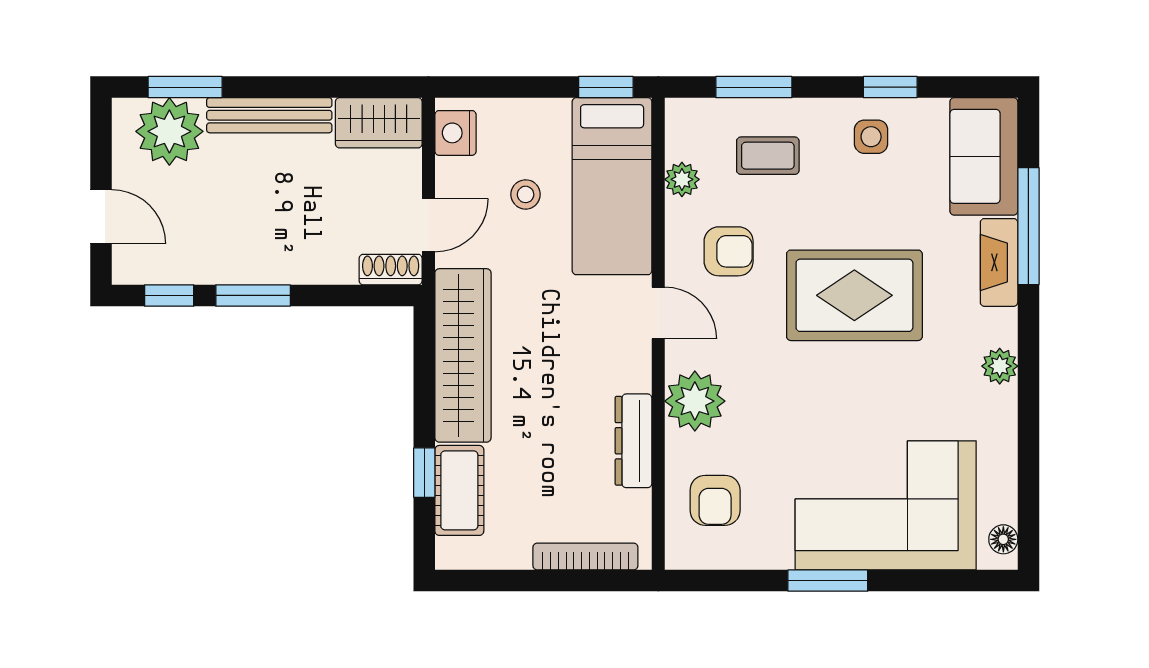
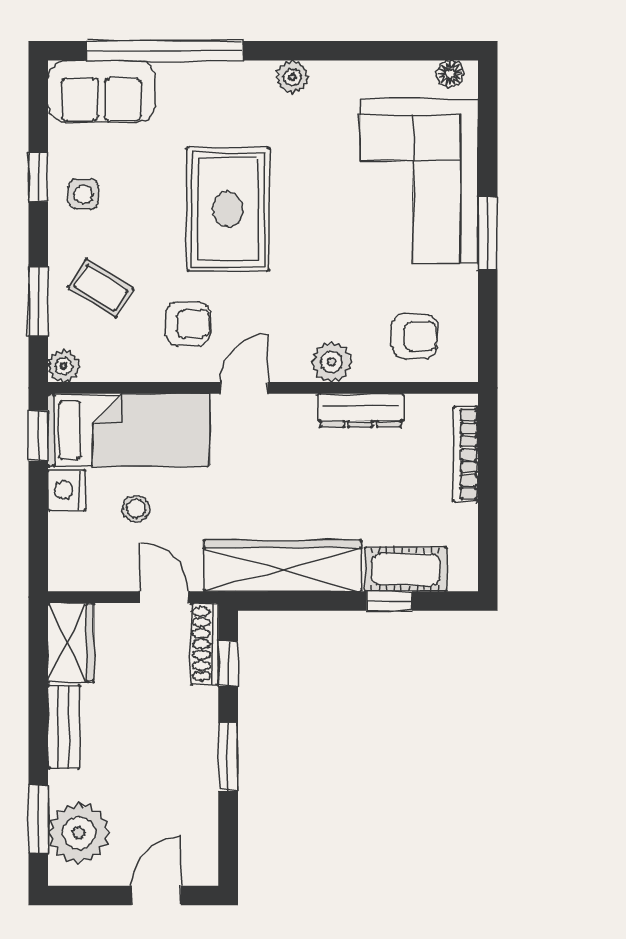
bench: (269, 115) -> (64, 727), width x0.73
nightstand: (456, 133) -> (67, 490), moved, turned 90
coffee table: (768, 156) -> (101, 288), turned -58
plant: (682, 179) -> (64, 366), moved
window: (1028, 226) -> (165, 51), width x1.46
armchair: (729, 251) -> (188, 324), turned 90
fireplace: (999, 262) -> (198, 78), removed
shoe rack: (391, 270) -> (204, 644), width x1.43
window: (169, 295) -> (228, 663), moved
plant: (695, 401) -> (332, 362), width x0.73, depth x0.73

